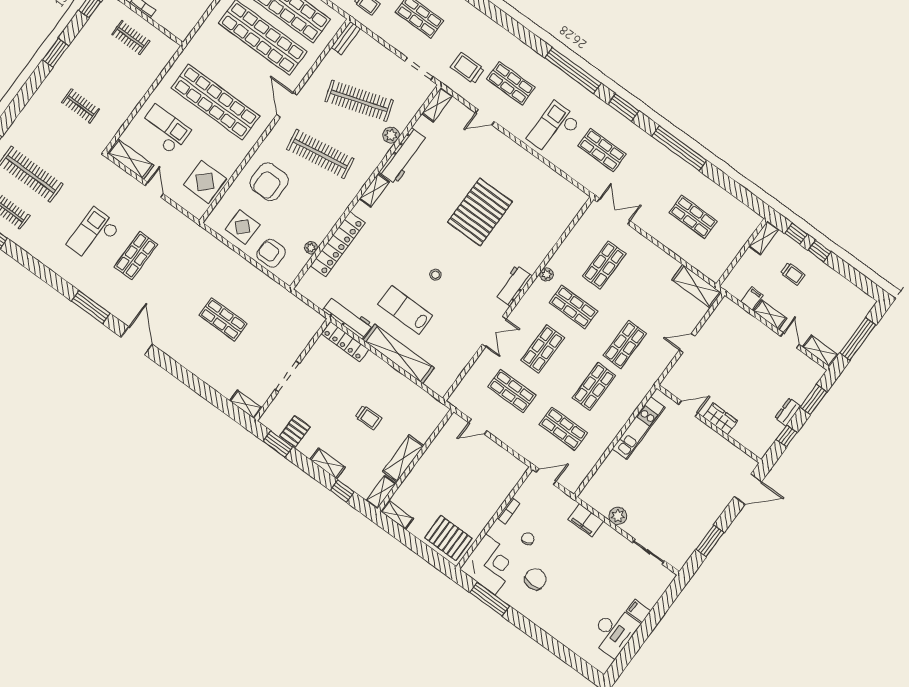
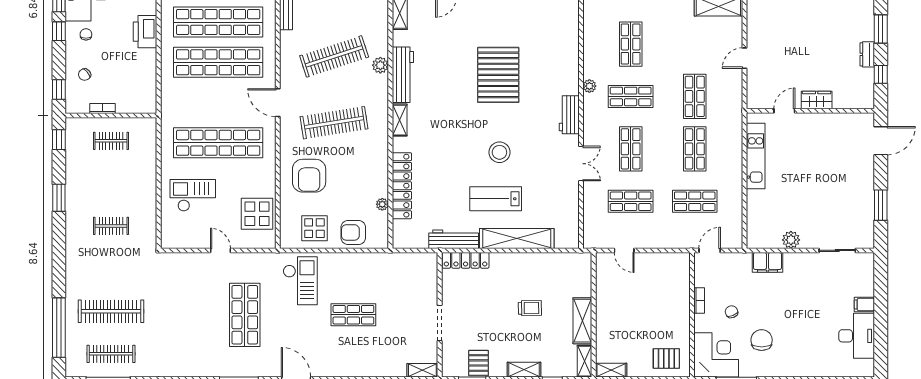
shelving: (131, 159) -> (183, 240), removed
checkout: (93, 235) -> (300, 281), moved, turned 180
shop shelf: (136, 256) -> (245, 315), width x1.43, depth x1.36
stool: (435, 275) -> (499, 152), width x1.89, depth x1.89
door: (478, 427) -> (624, 250), hinge flipped
pallet: (448, 538) -> (666, 358), width x0.67, depth x0.71

